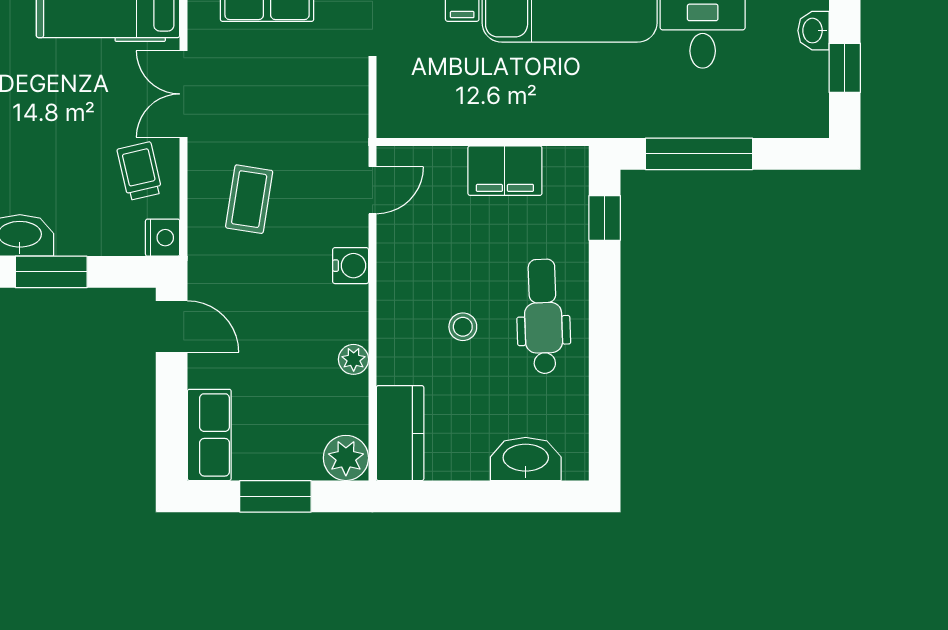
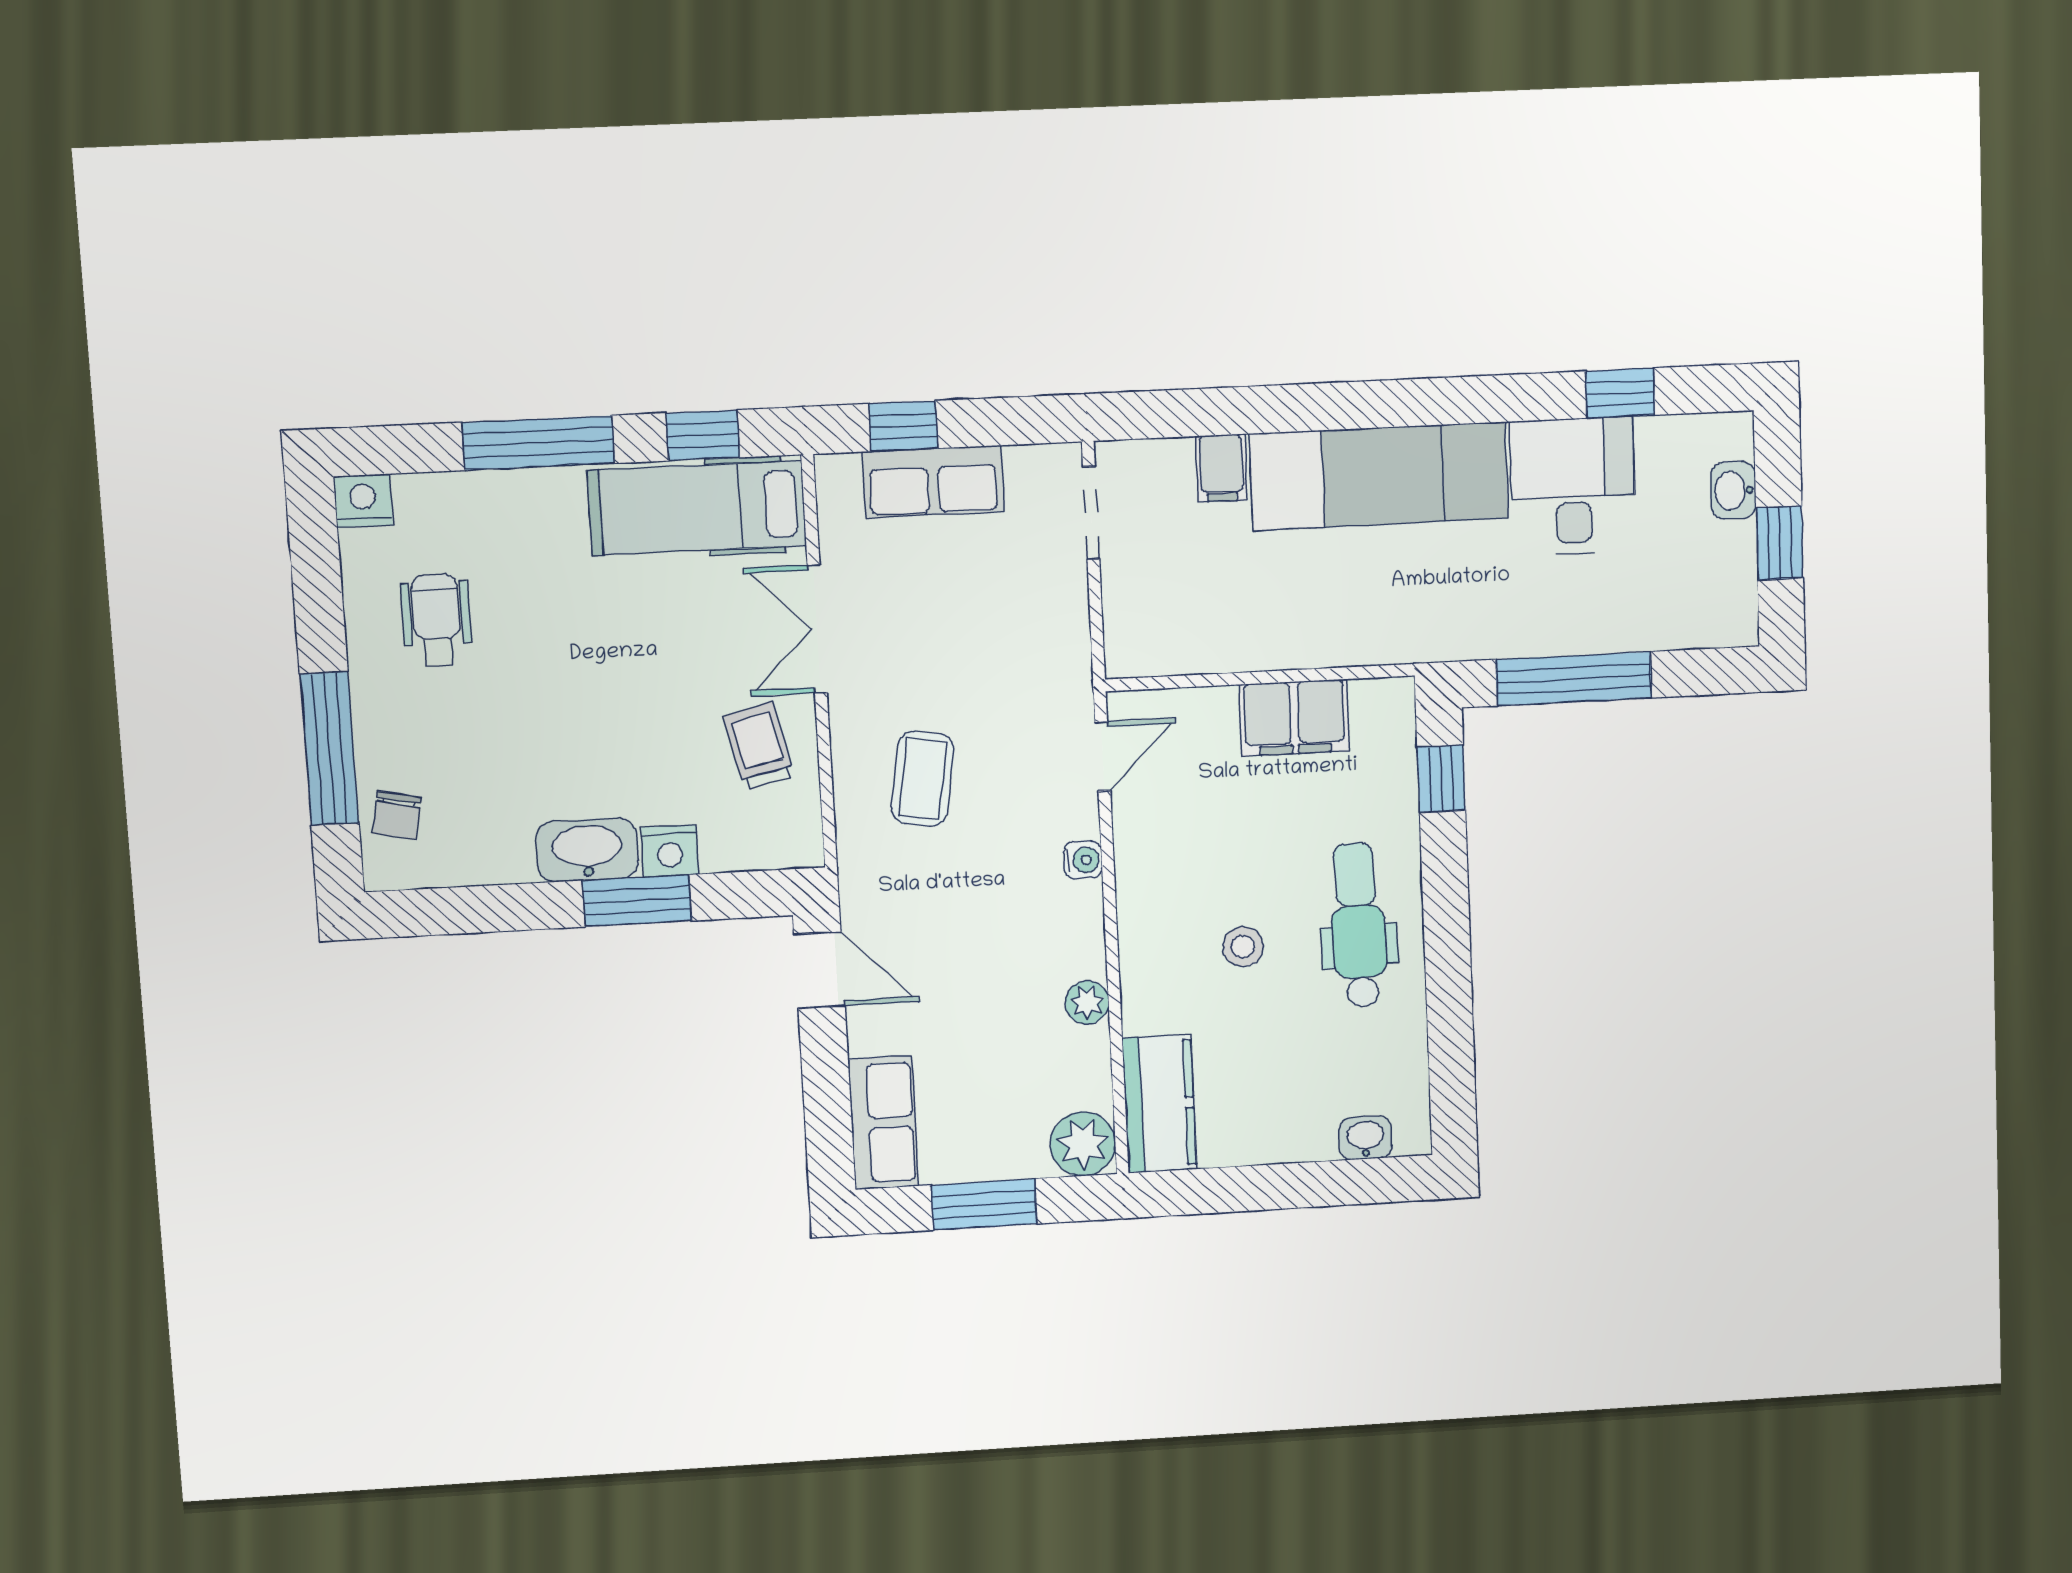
nightstand: (163, 238) -> (670, 851), moved, turned 90
water cooler: (351, 266) -> (1083, 860), width x0.72, depth x0.72
washbasin: (526, 459) -> (1366, 1138), width x0.52, depth x0.69

